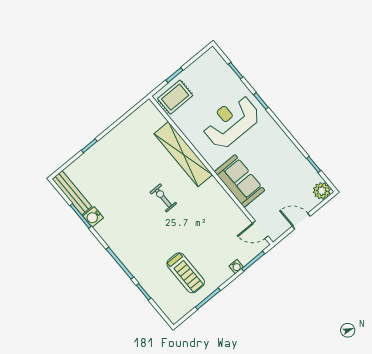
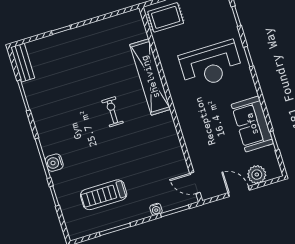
reception desk: (231, 122) -> (211, 65), turned 180
sofa: (240, 181) -> (252, 124), moved, turned 180
plant: (322, 191) -> (257, 175), moved
bench: (72, 193) -> (23, 63), width x0.73
water cooler: (93, 217) -> (54, 163), moved
treadmill: (186, 273) -> (104, 195), turned 90

